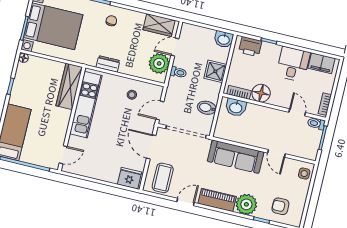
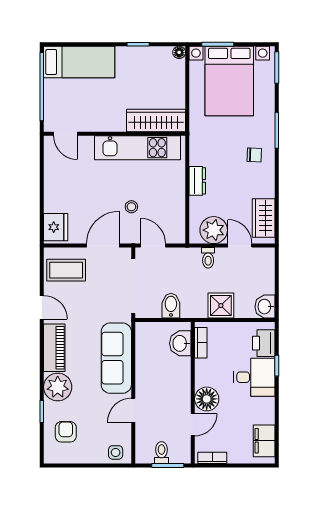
dresser: (108, 64) -> (197, 181), moved
desk: (293, 64) -> (254, 377), moved
floor lamp: (261, 93) -> (207, 399), moved
stool: (132, 95) -> (131, 207), moved
toilet: (316, 124) -> (162, 453), moved

